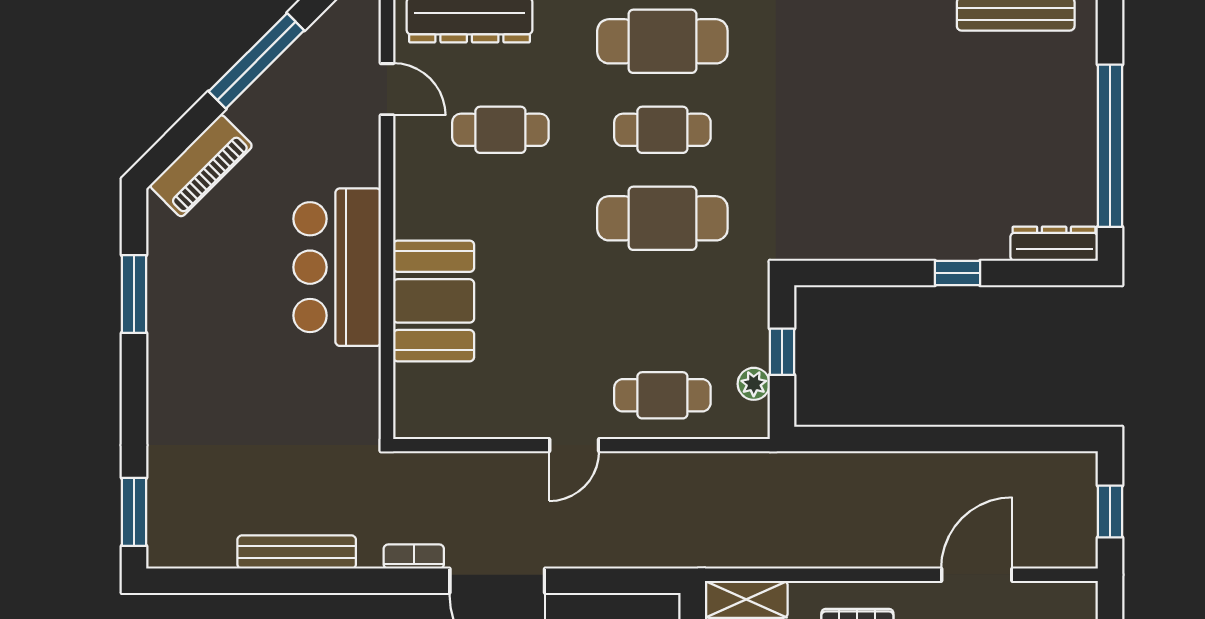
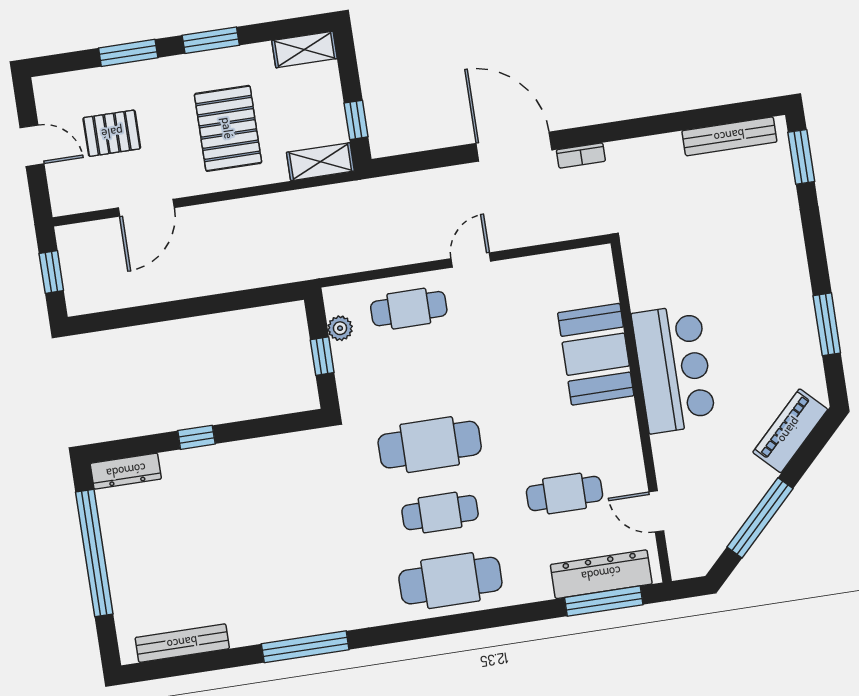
bench: (297, 552) -> (729, 136), moved

